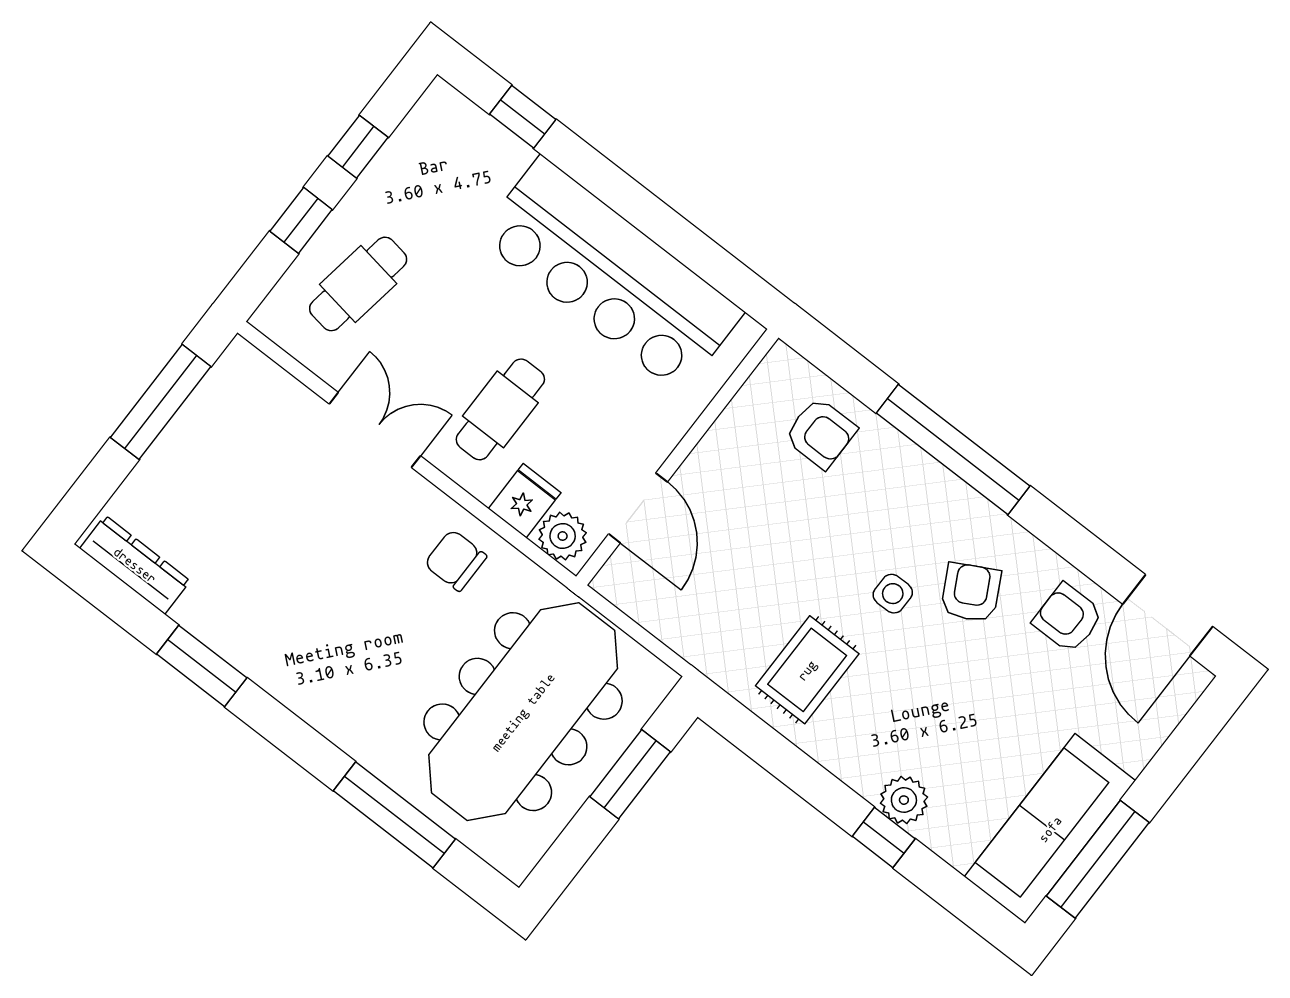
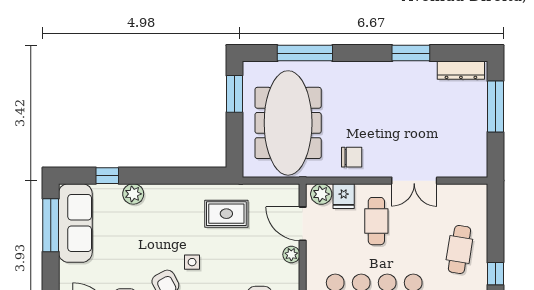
window: (301, 220) -> (495, 233), removed
cafe table: (358, 284) -> (459, 249), moved
window: (161, 402) -> (495, 106), moved
plant: (702, 468) -> (291, 254), added
rug: (807, 670) -> (226, 214), moved, turned 90
window: (630, 774) -> (234, 94), moved
window: (884, 837) -> (107, 176), moved

